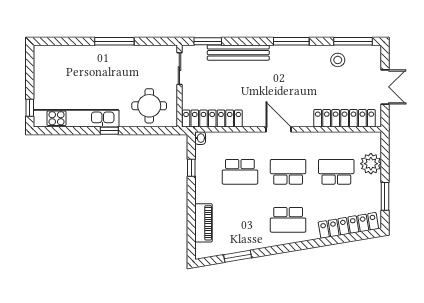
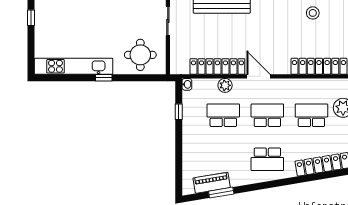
window: (30, 108) -> (31, 18), moved
locker: (212, 118) -> (217, 66), moved
plant: (242, 139) -> (225, 85), added
school desk: (240, 172) -> (223, 115), turned 180
piano: (203, 223) -> (212, 183), moved, turned -99

